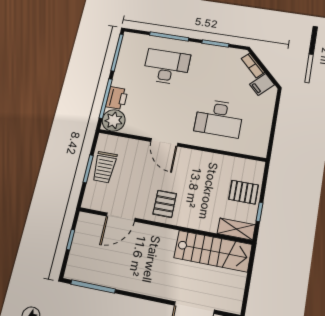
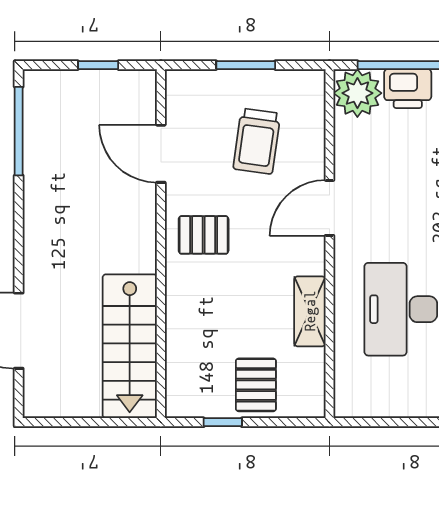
trolley: (105, 167) -> (257, 141), moved, turned -82
shelving: (236, 229) -> (310, 311), moved

